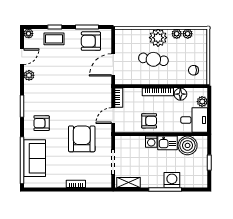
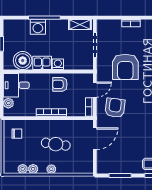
plant: (158, 38) -> (51, 169), width x0.53, depth x0.53
armchair: (91, 41) -> (115, 108), moved, turned -83
floor lamp: (180, 94) -> (29, 110), removed

